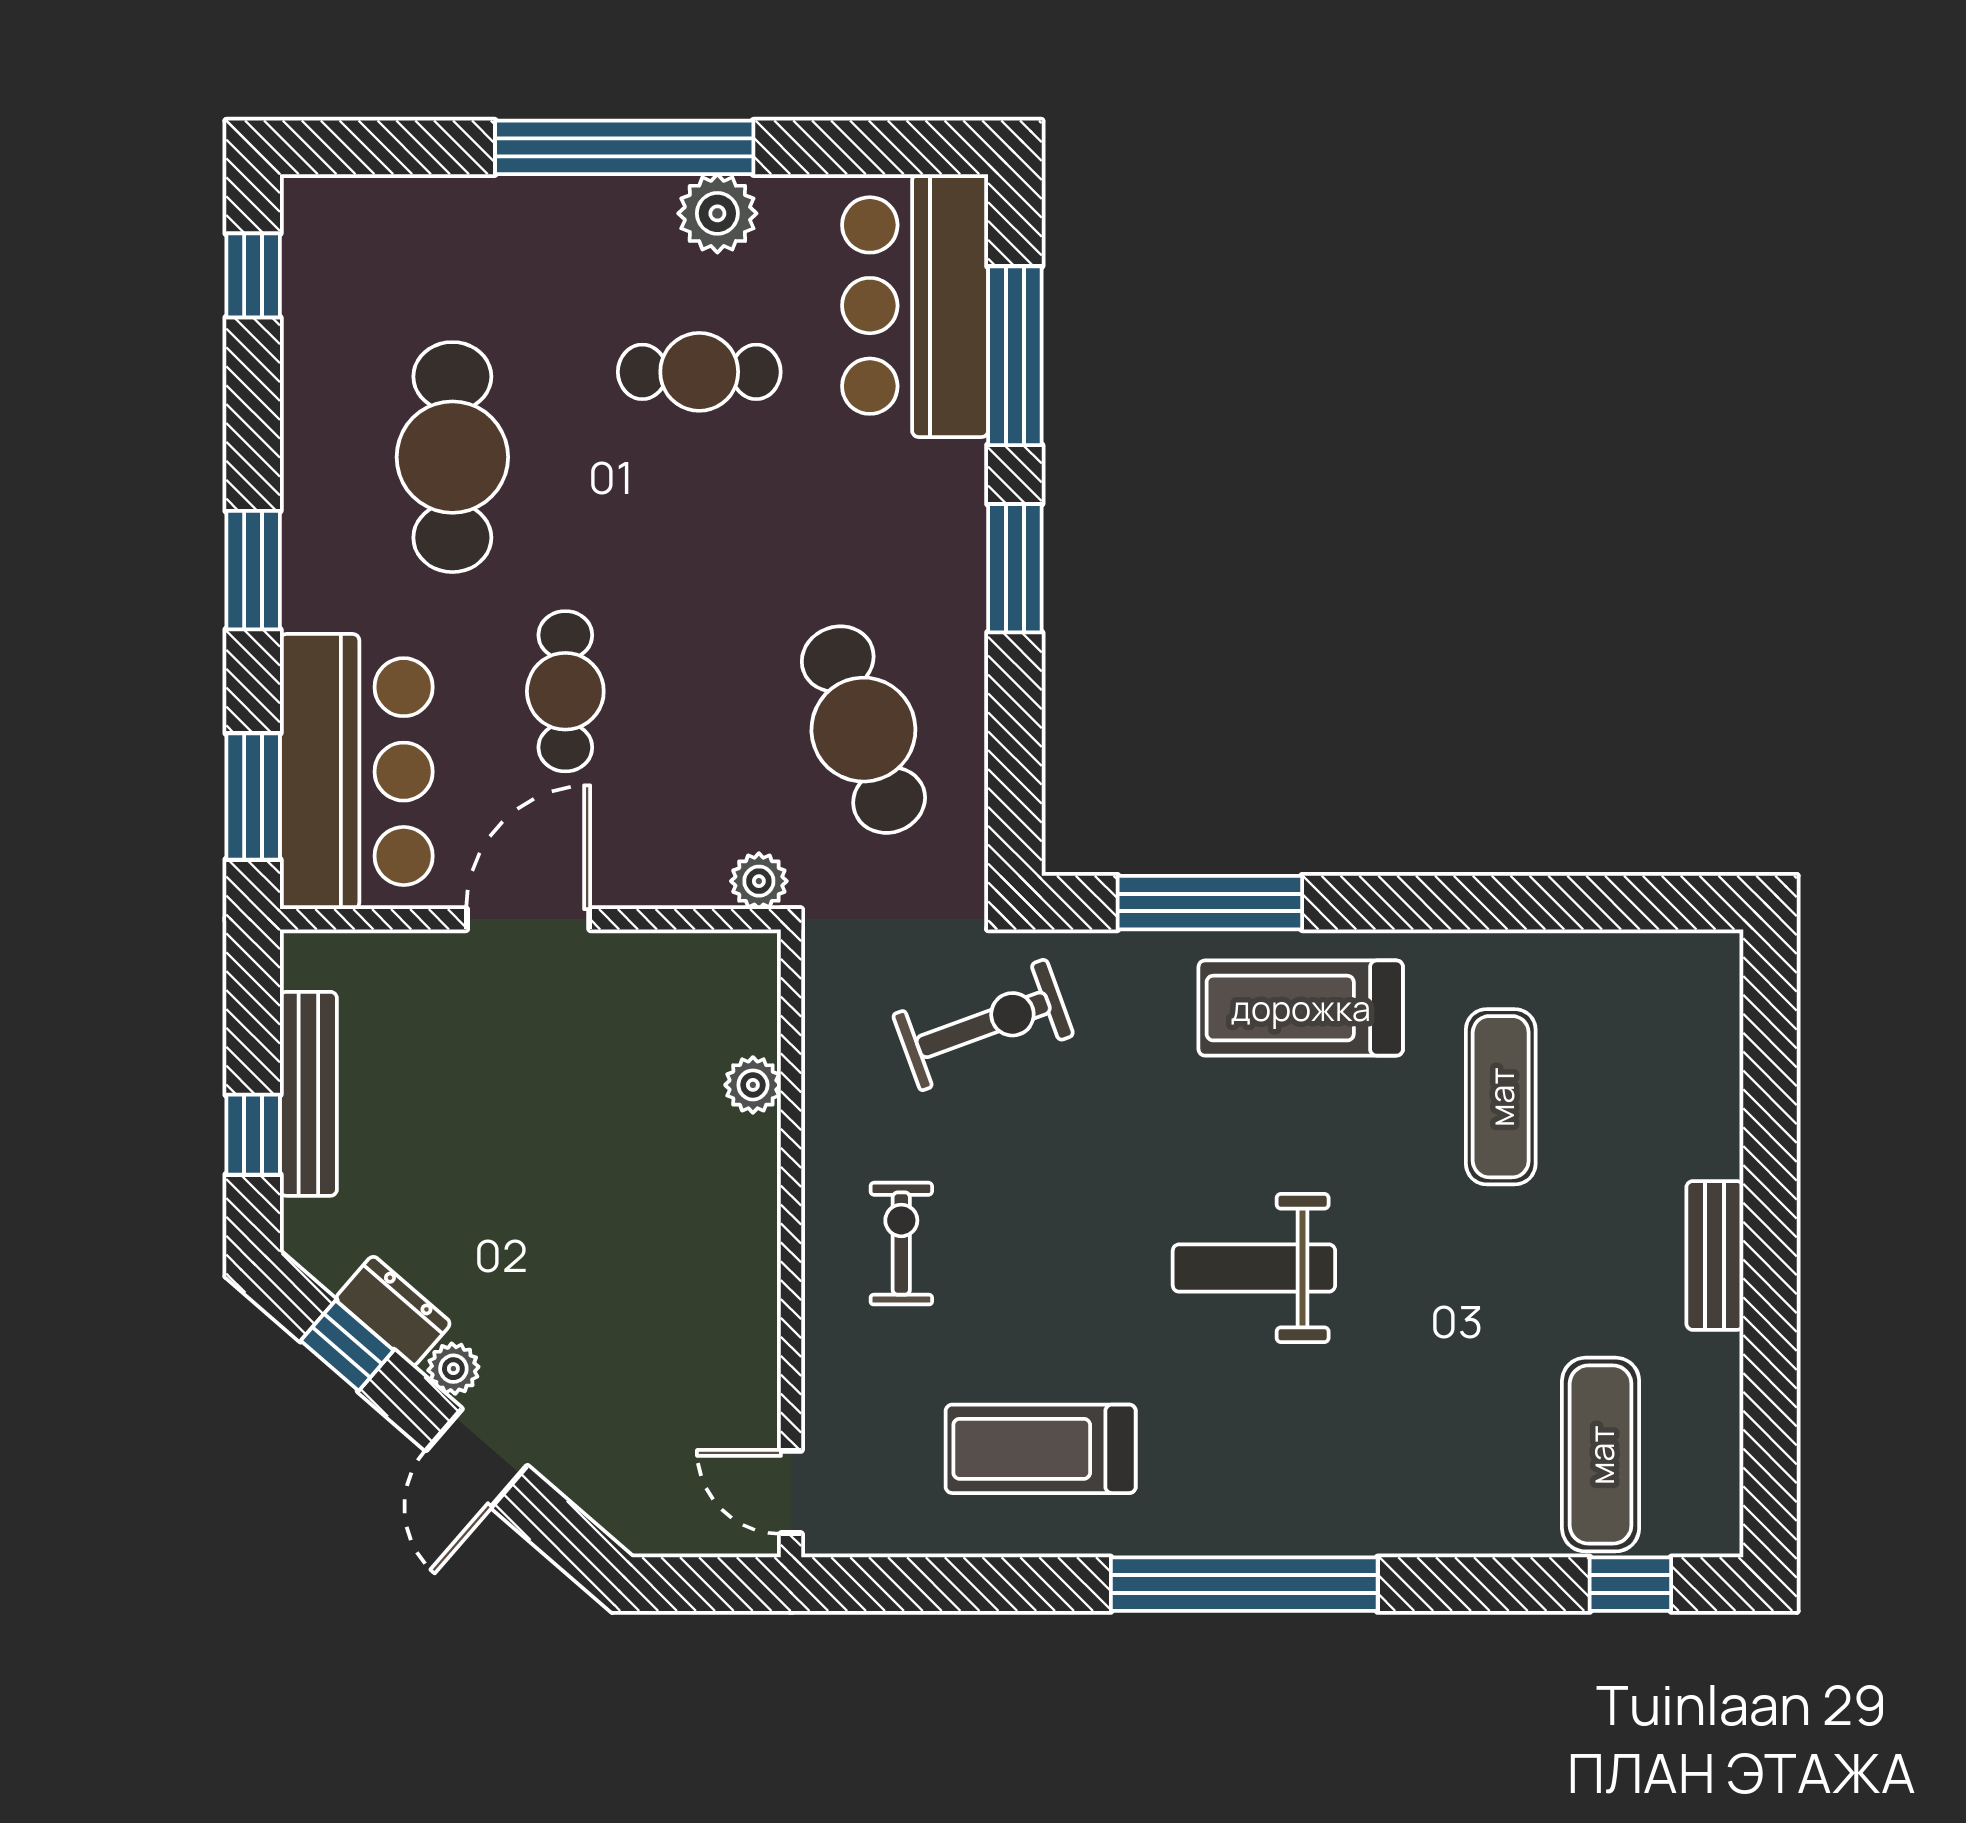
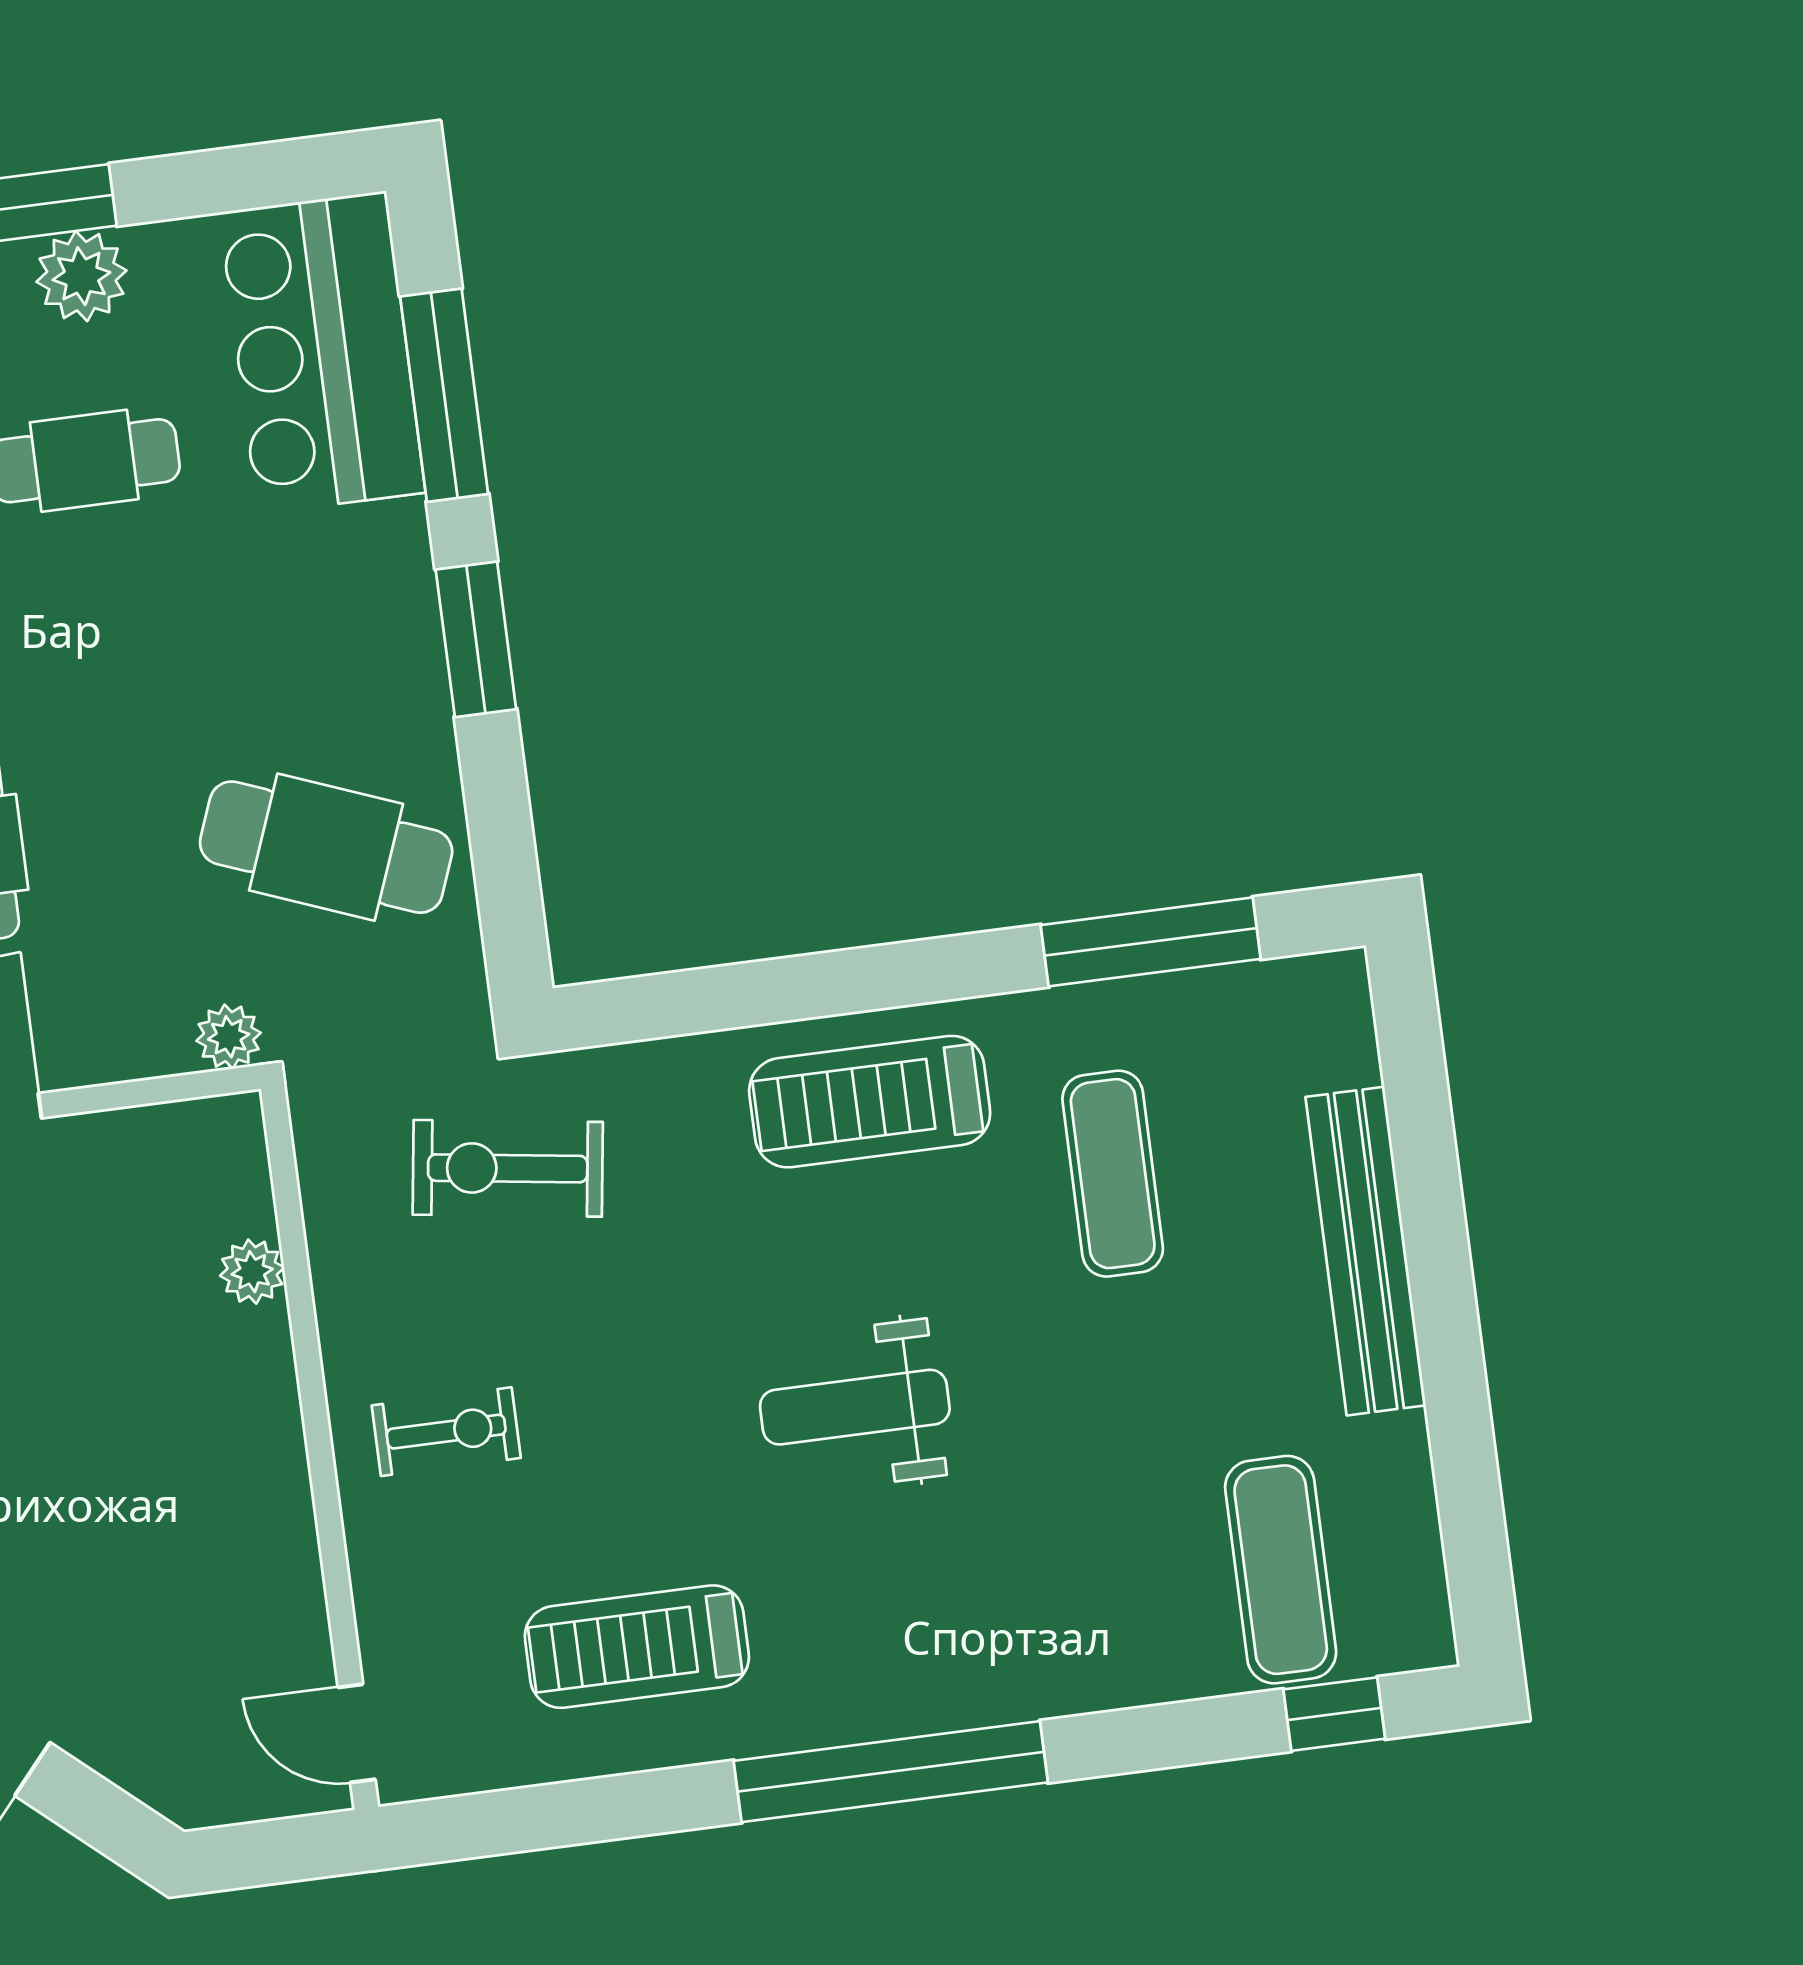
cafe table: (863, 730) -> (326, 847), turned -49
window: (1210, 903) -> (1151, 942), moved
exercise bike: (983, 1025) -> (508, 1168), turned -152
exercise bike: (901, 1244) -> (446, 1432), turned 90
bench: (1715, 1255) -> (1366, 1251), width x1.86, depth x1.21

